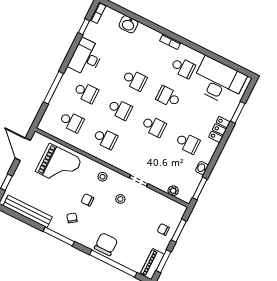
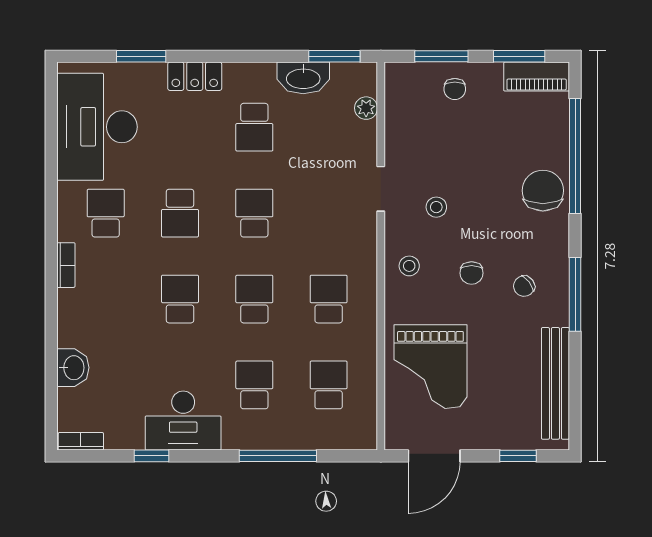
window: (84, 27) -> (151, 456), moved
school desk: (188, 143) -> (254, 127), turned 180
grand piano: (59, 165) -> (430, 367), turned 180
washbasin: (202, 168) -> (303, 78), width x1.91, depth x1.45
chair: (106, 244) -> (543, 191), turned 90

